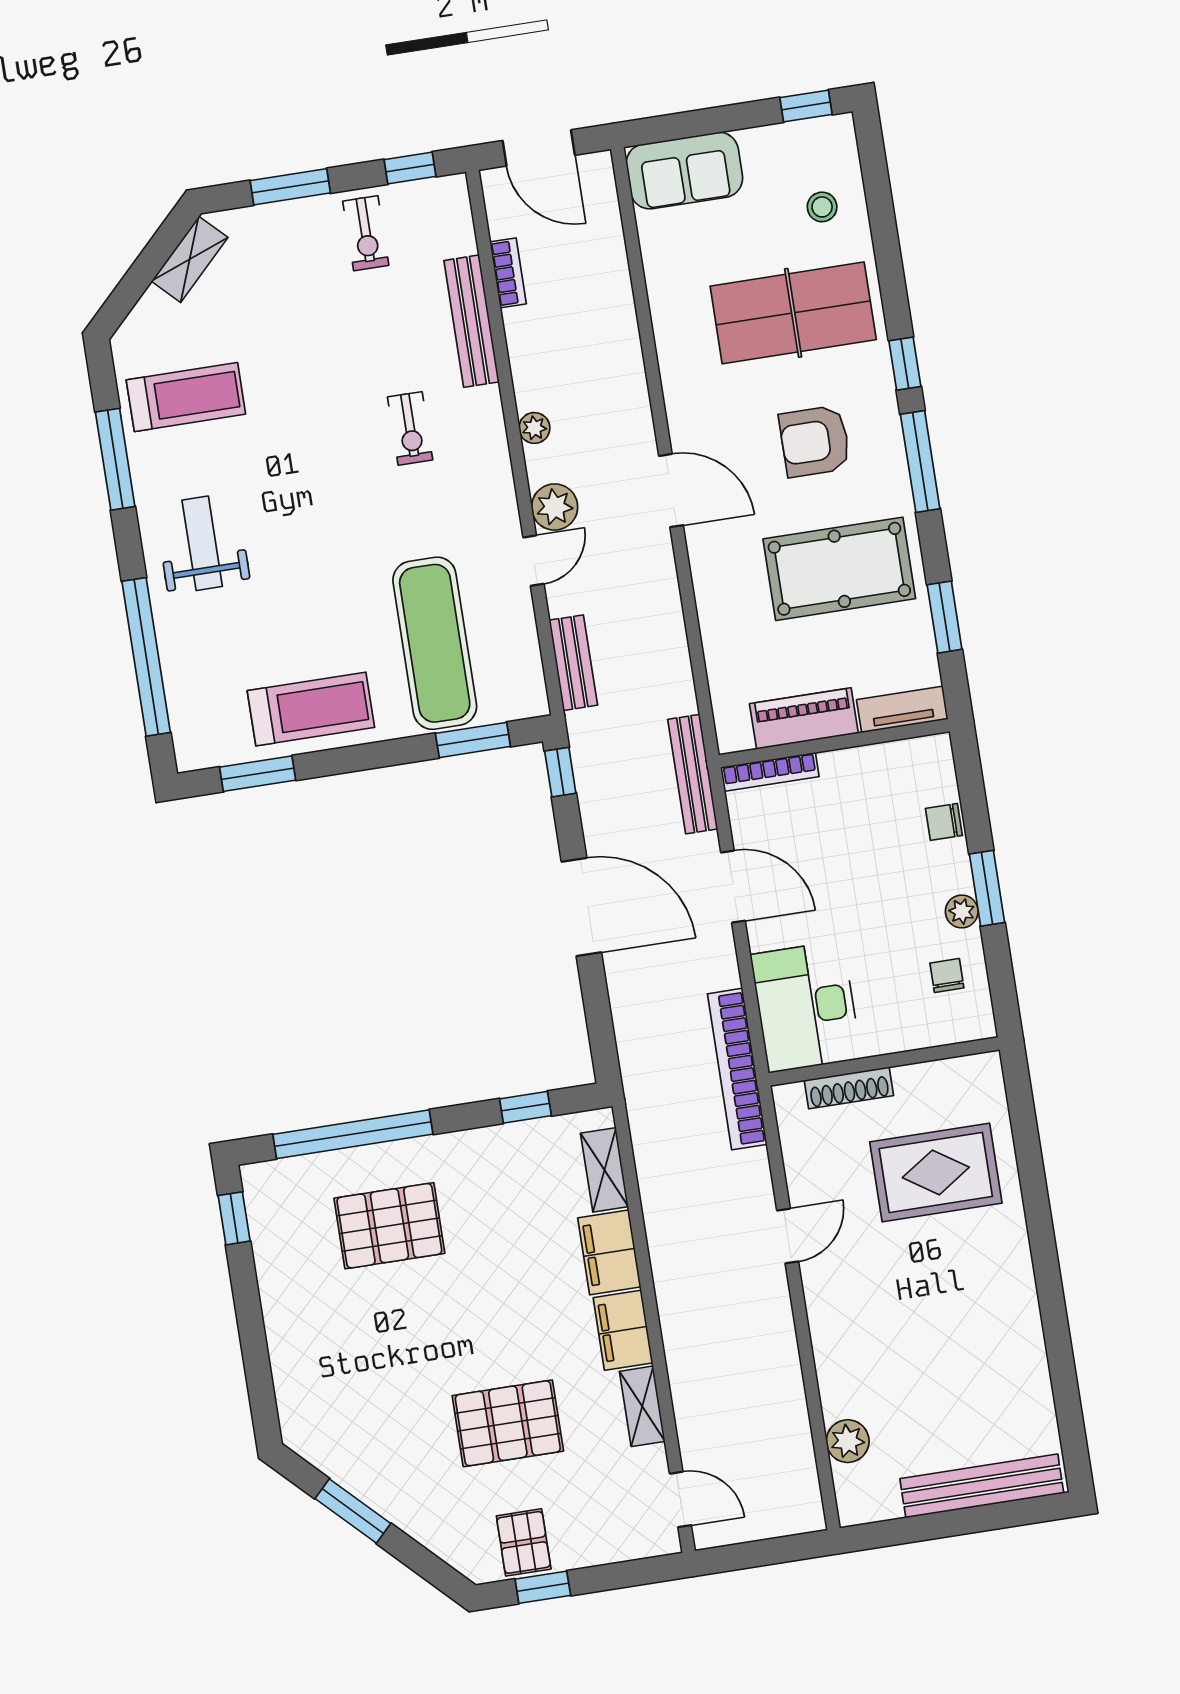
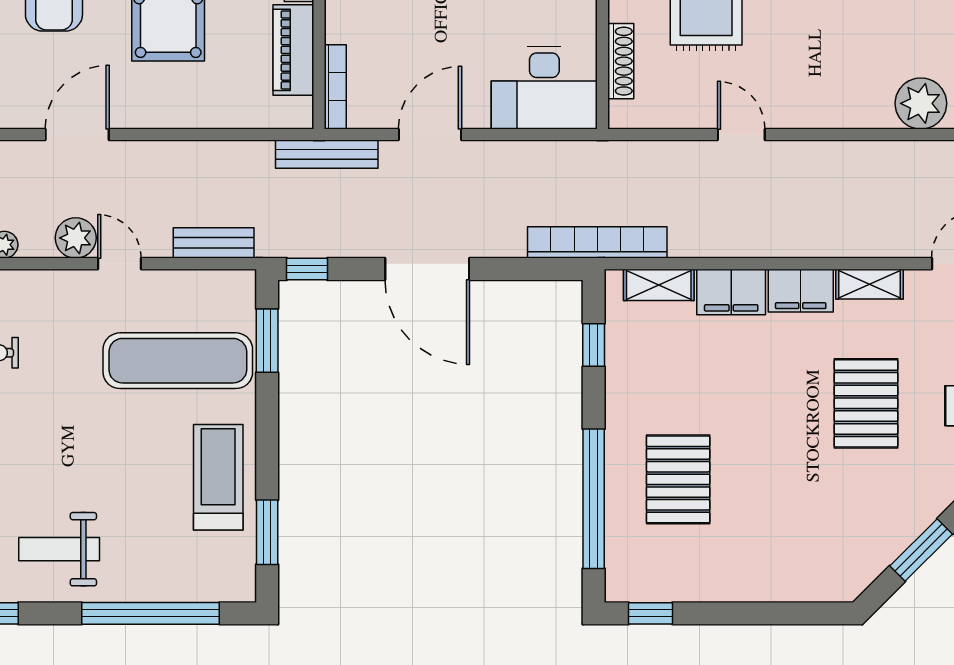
door: (581, 907) -> (427, 269), swing flipped
bookcase: (737, 1069) -> (597, 242), moved, turned 180
plant: (848, 1441) -> (921, 103), width x1.36, depth x1.36

